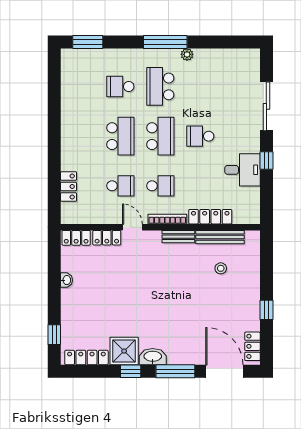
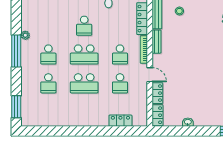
school desk: (160, 86) -> (48, 55), width x0.54
school desk: (120, 136) -> (84, 83), turned 180
school desk: (160, 136) -> (84, 55), turned 180
school desk: (120, 186) -> (120, 83), turned 180
school desk: (160, 186) -> (120, 55), turned 180
door: (132, 227) -> (150, 75), swing flipped

